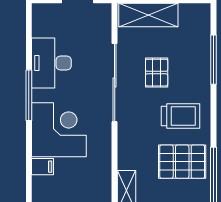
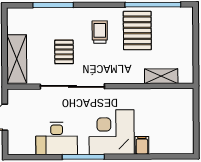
pallet: (157, 73) -> (64, 52), turned 90
trolley: (181, 116) -> (100, 32), width x0.73, depth x0.72

